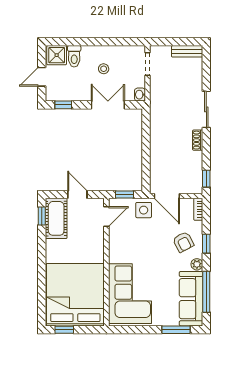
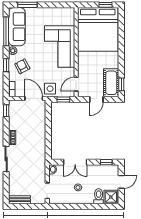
door: (77, 195) -> (96, 99), hinge flipped
corner sofa: (130, 294) -> (60, 46), moved

